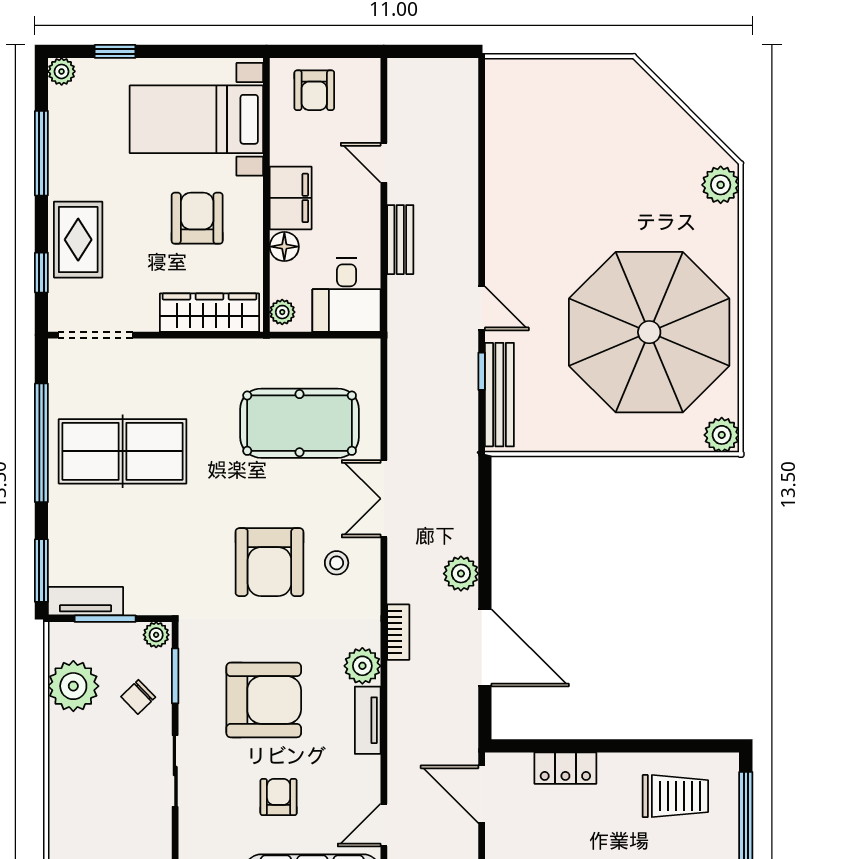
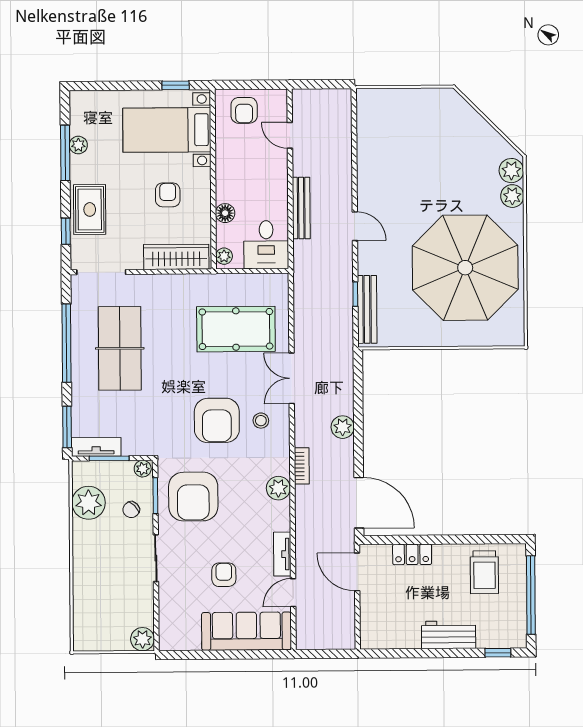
window: (115, 51) -> (176, 85), moved
plant: (62, 71) -> (78, 145), moved
door: (384, 163) -> (290, 135), moved
filing cabinet: (291, 198) -> (229, 181), removed
armchair: (197, 218) -> (168, 195), width x0.72, depth x0.72
bench: (400, 240) -> (301, 208), width x1.36
door: (482, 308) -> (355, 226), moved
plant: (722, 435) -> (512, 196), moved
table tennis table: (123, 451) -> (120, 348), turned 90
door: (485, 648) -> (359, 503), moved
armchair: (264, 700) -> (193, 497), moved, turned 90
tv unit: (368, 720) -> (282, 554), moved
trolley: (675, 796) -> (484, 572), turned 90

